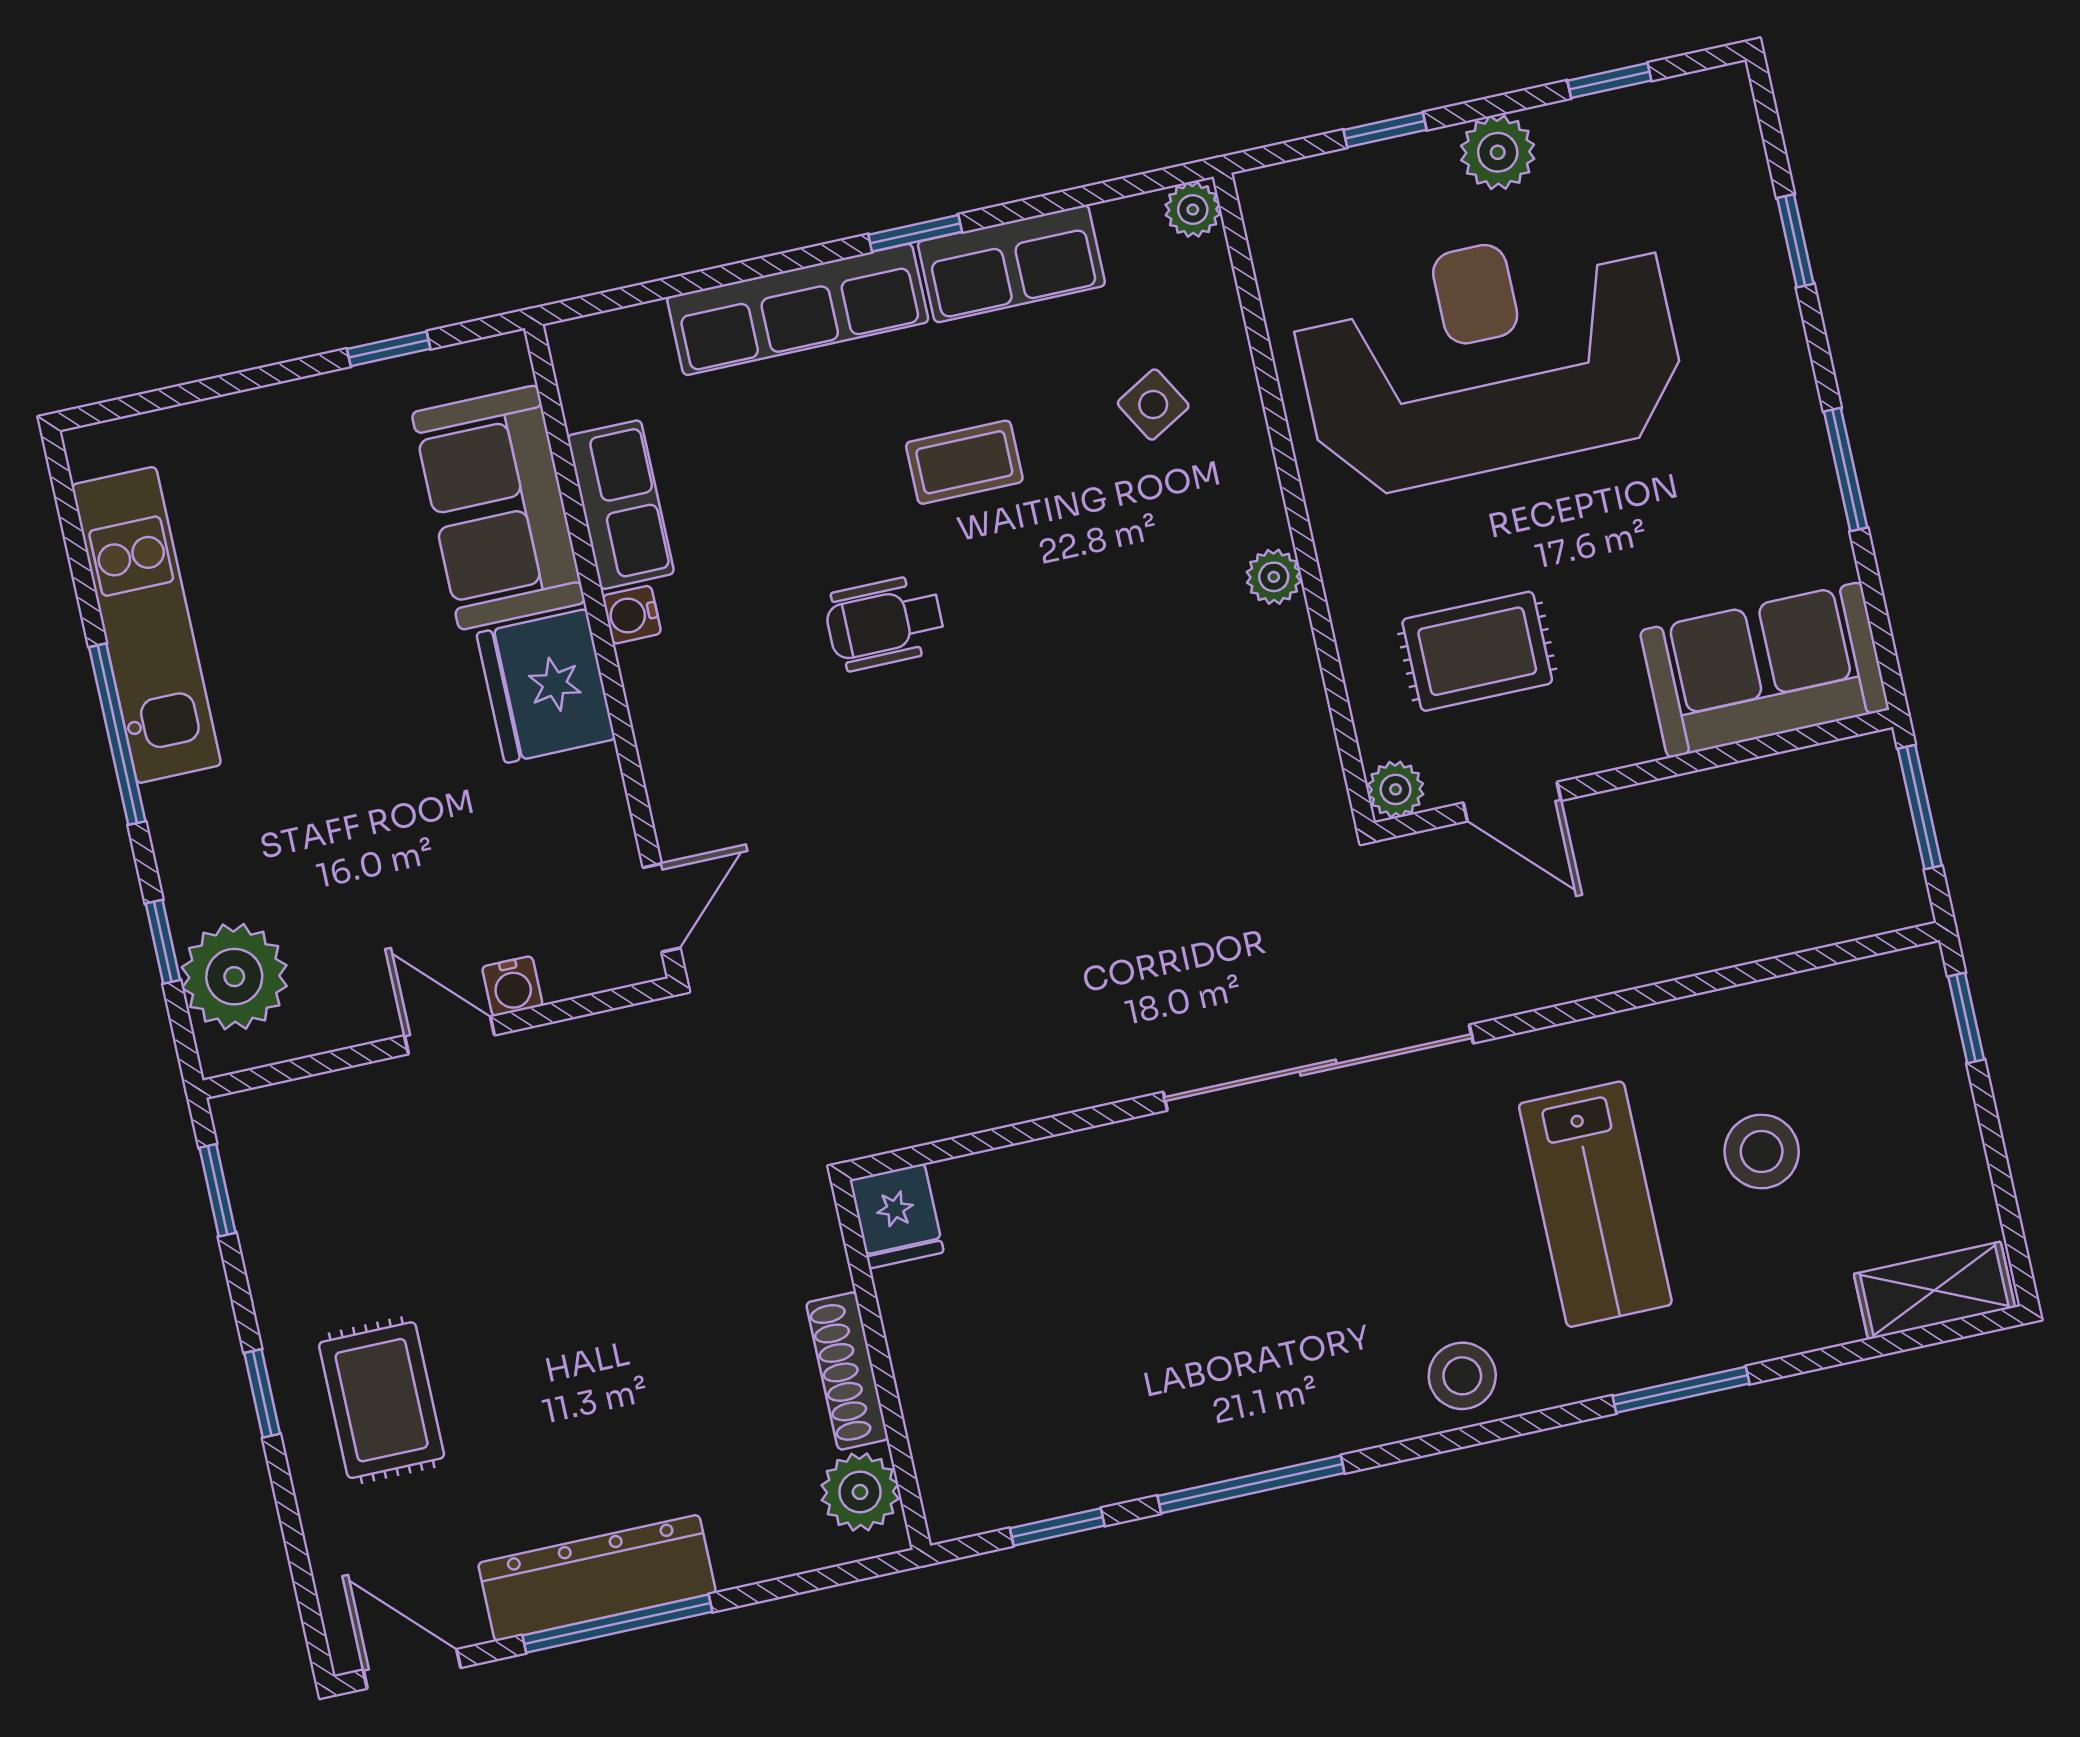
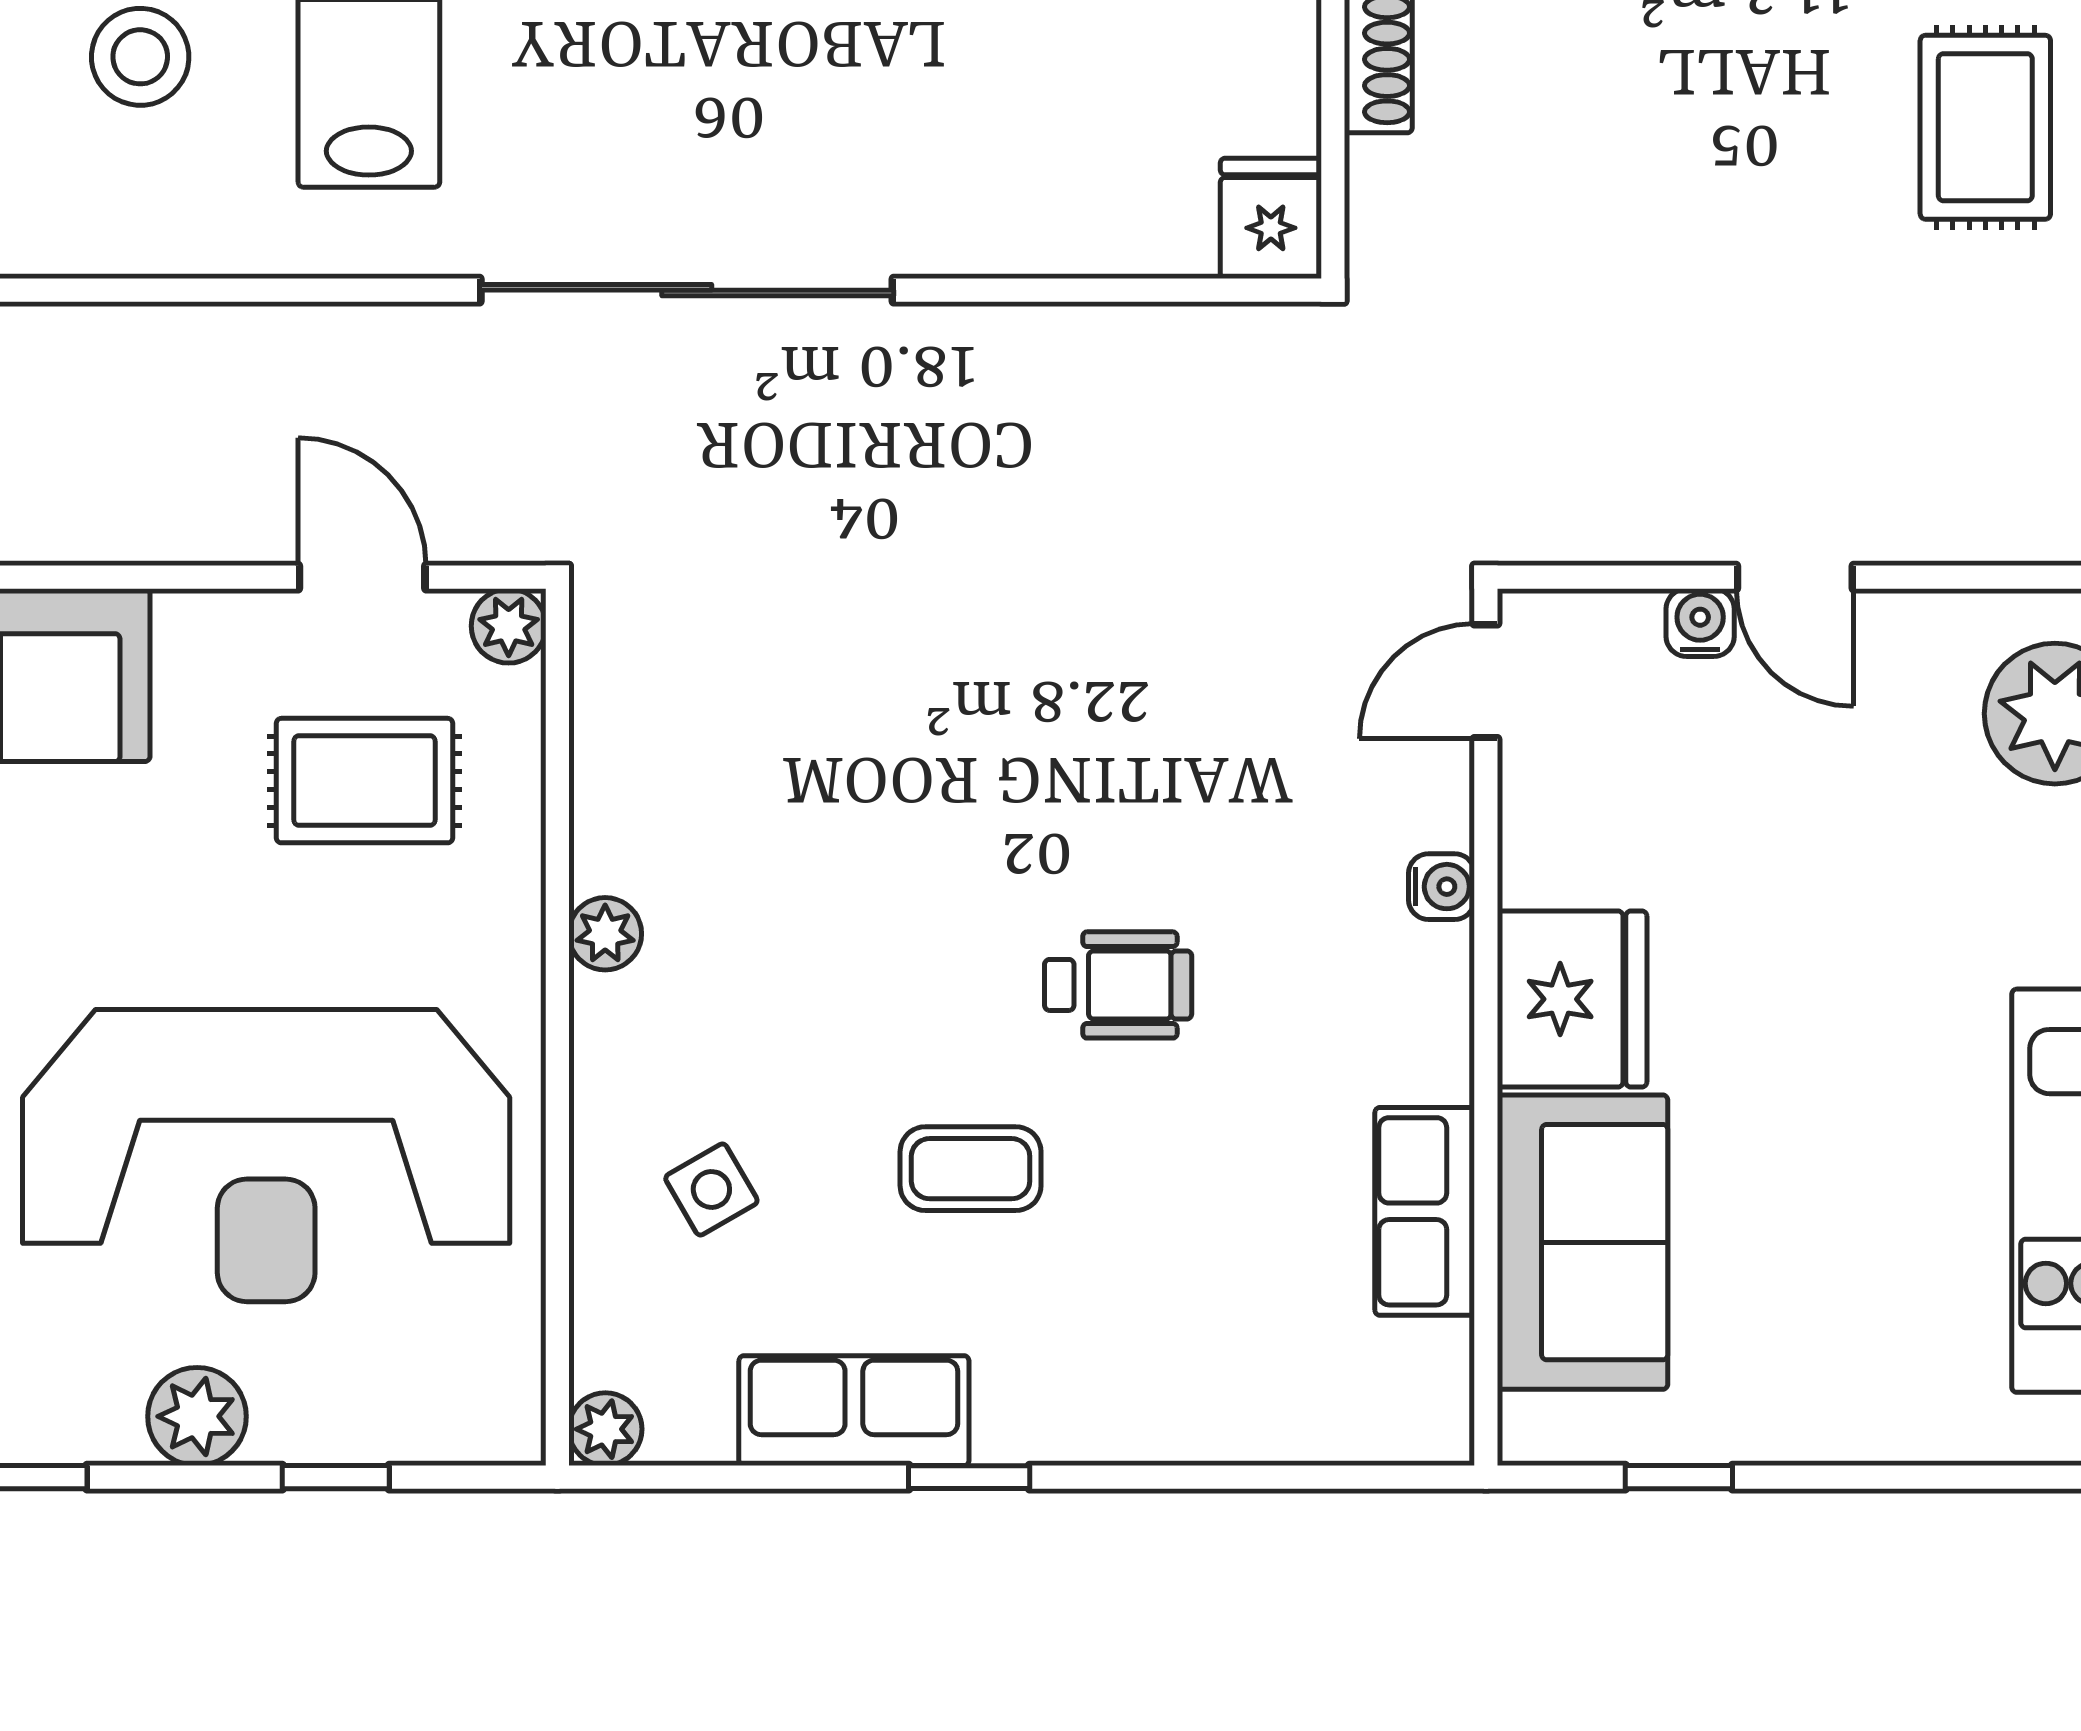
row of seats: (798, 310) -> (1142, 1412), removed
water cooler: (632, 615) -> (1442, 887), moved

